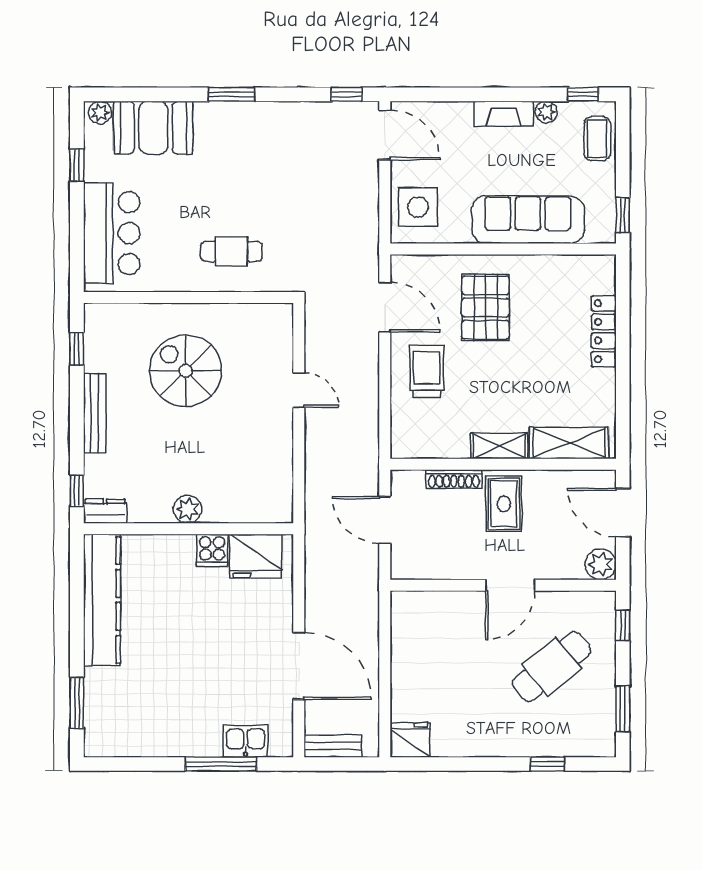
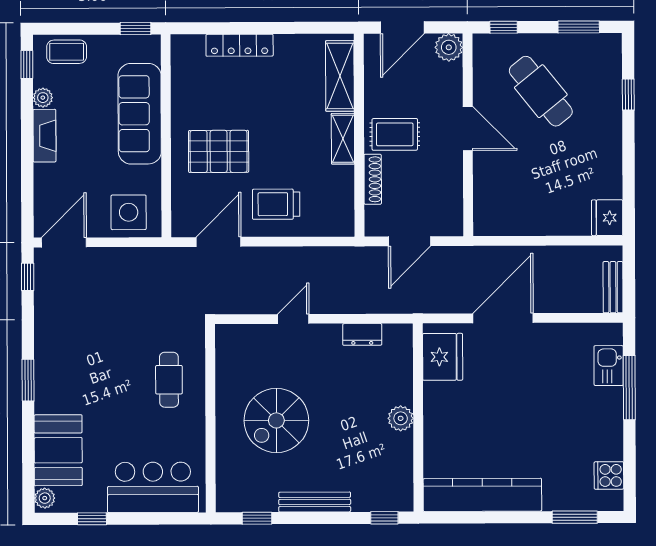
dresser: (105, 511) -> (362, 334), moved, turned -90
cooker: (212, 550) -> (609, 475), moved, turned 180
door: (299, 666) -> (503, 318), moved

